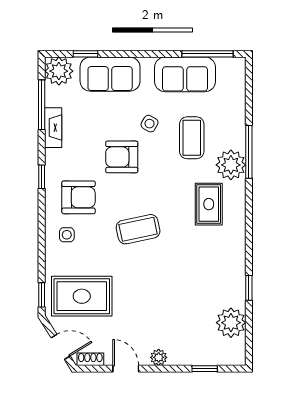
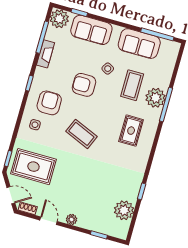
plant: (231, 165) -> (156, 98), moved
armchair: (79, 197) -> (49, 103), turned -90
coffee table: (138, 229) -> (81, 134), turned 35

